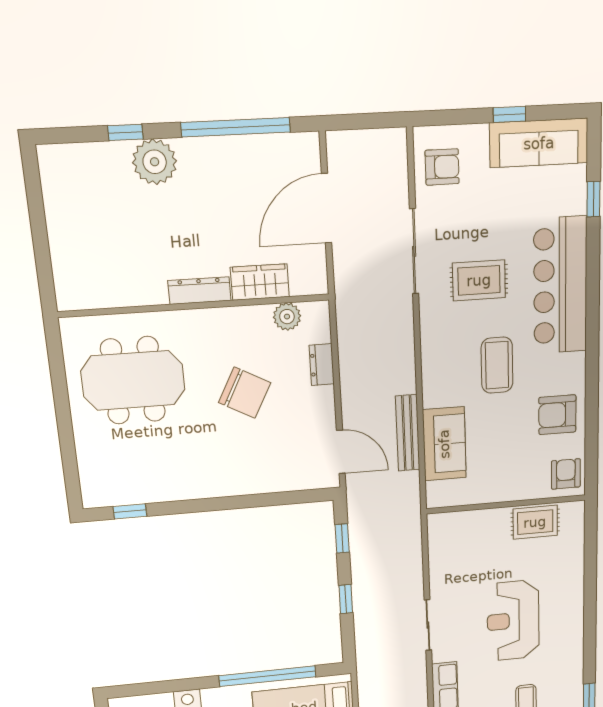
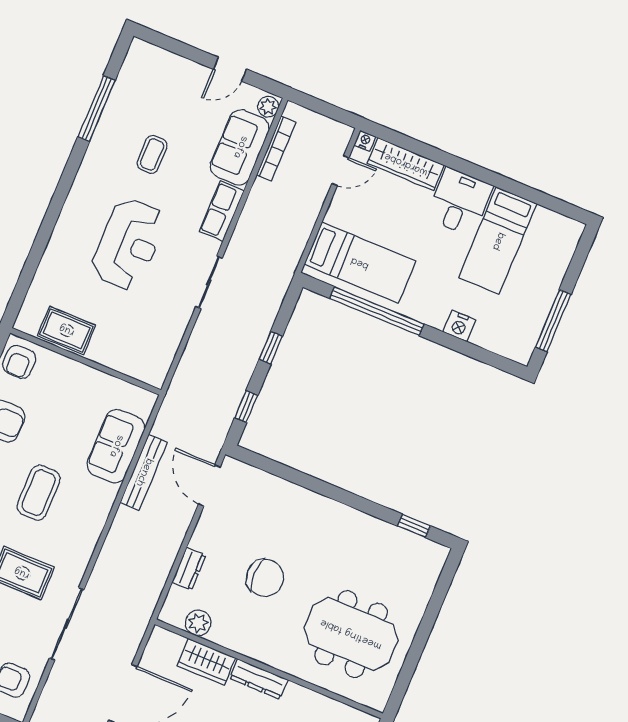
chair: (245, 393) -> (265, 578), turned 152

